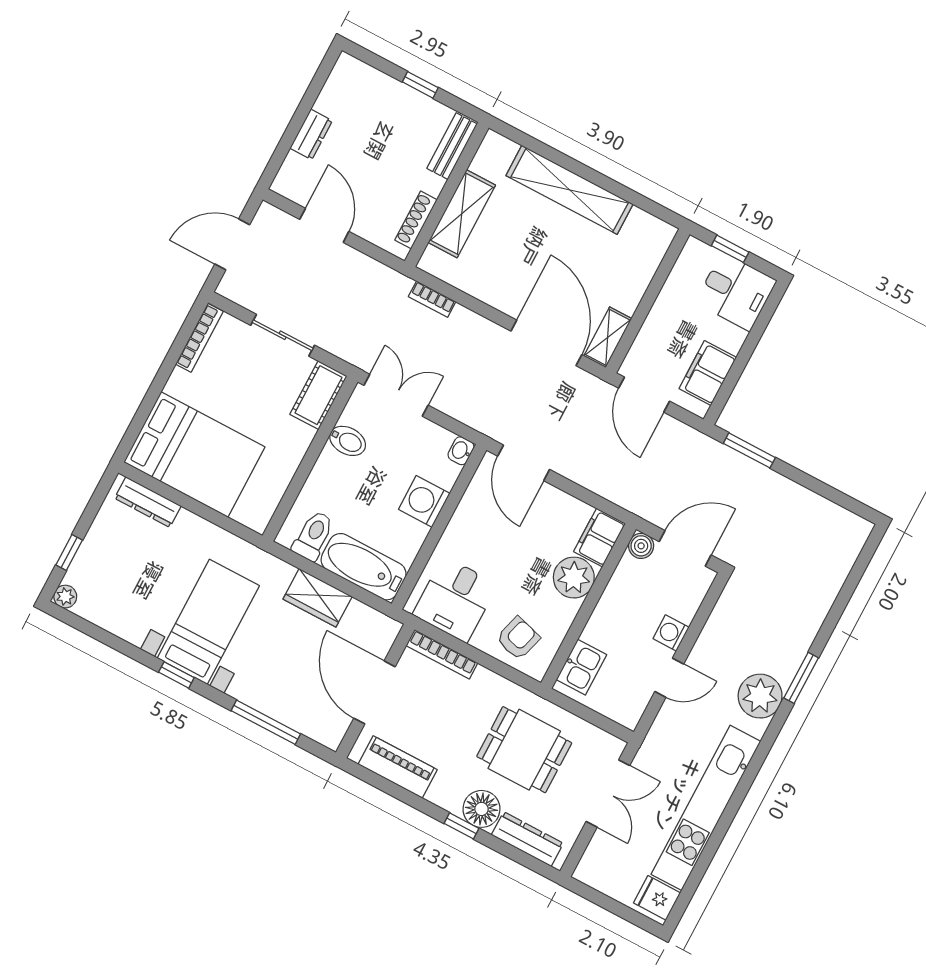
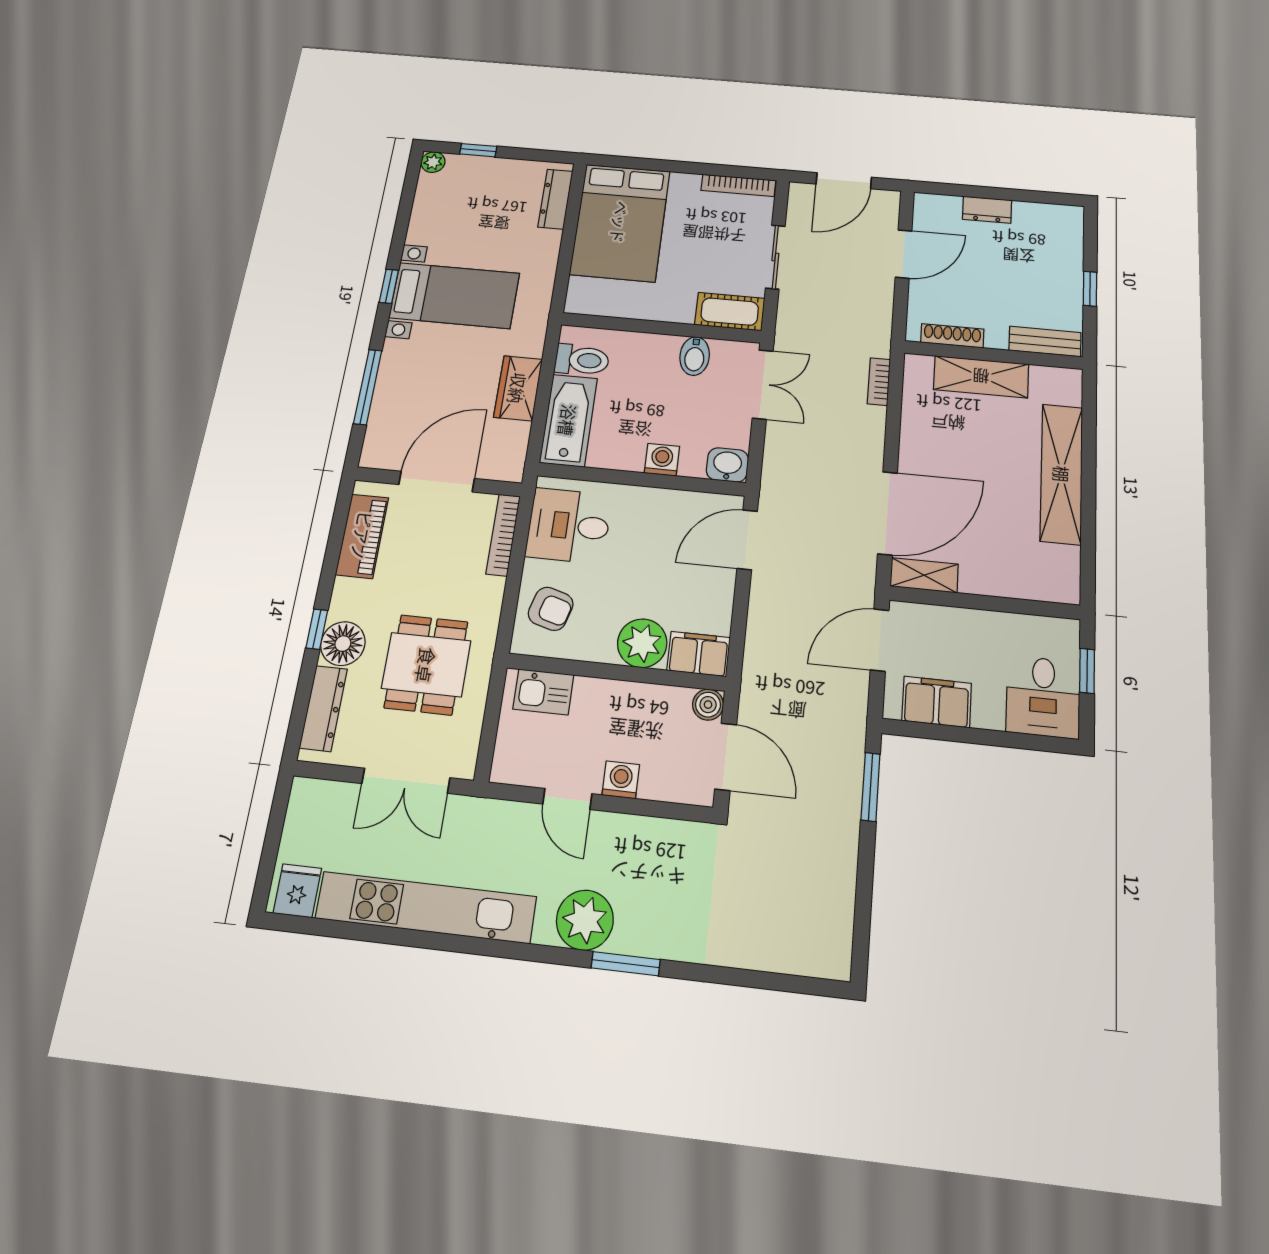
door: (232, 244) -> (844, 181), swing flipped
washbasin: (461, 451) -> (727, 465), width x1.38, depth x1.45
washing machine: (424, 501) -> (662, 460), width x0.73, depth x0.73

